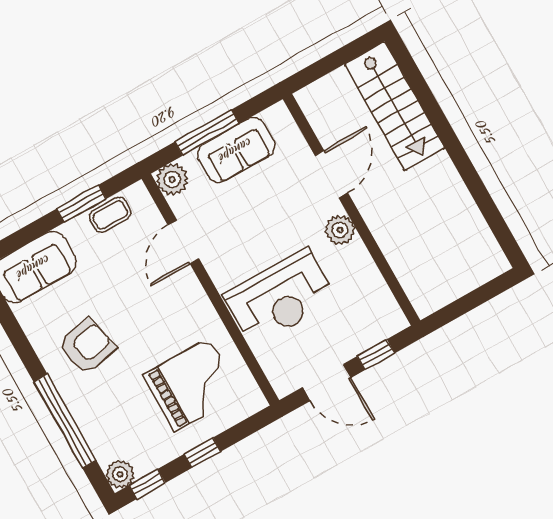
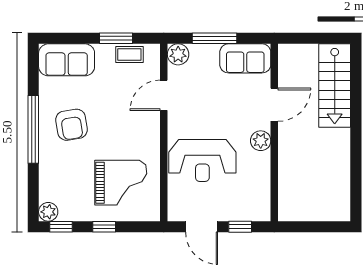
sofa: (236, 150) -> (245, 58), moved
armchair: (87, 346) -> (71, 125), turned 93
window: (65, 421) -> (33, 129), moved

